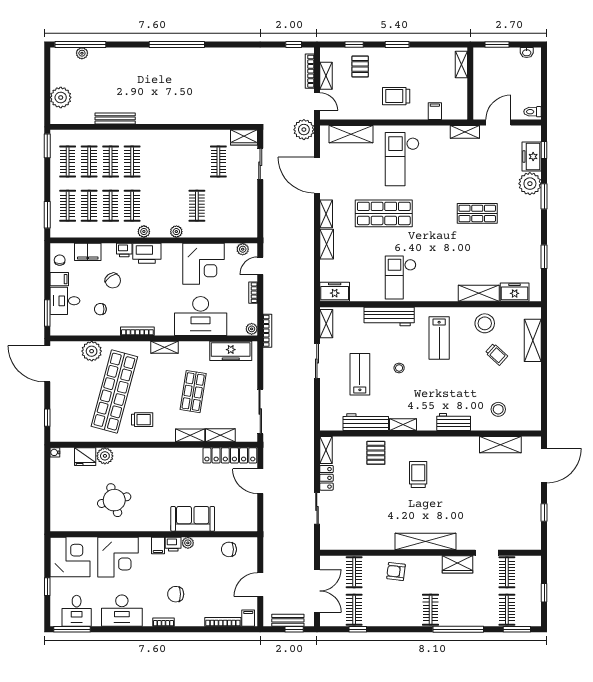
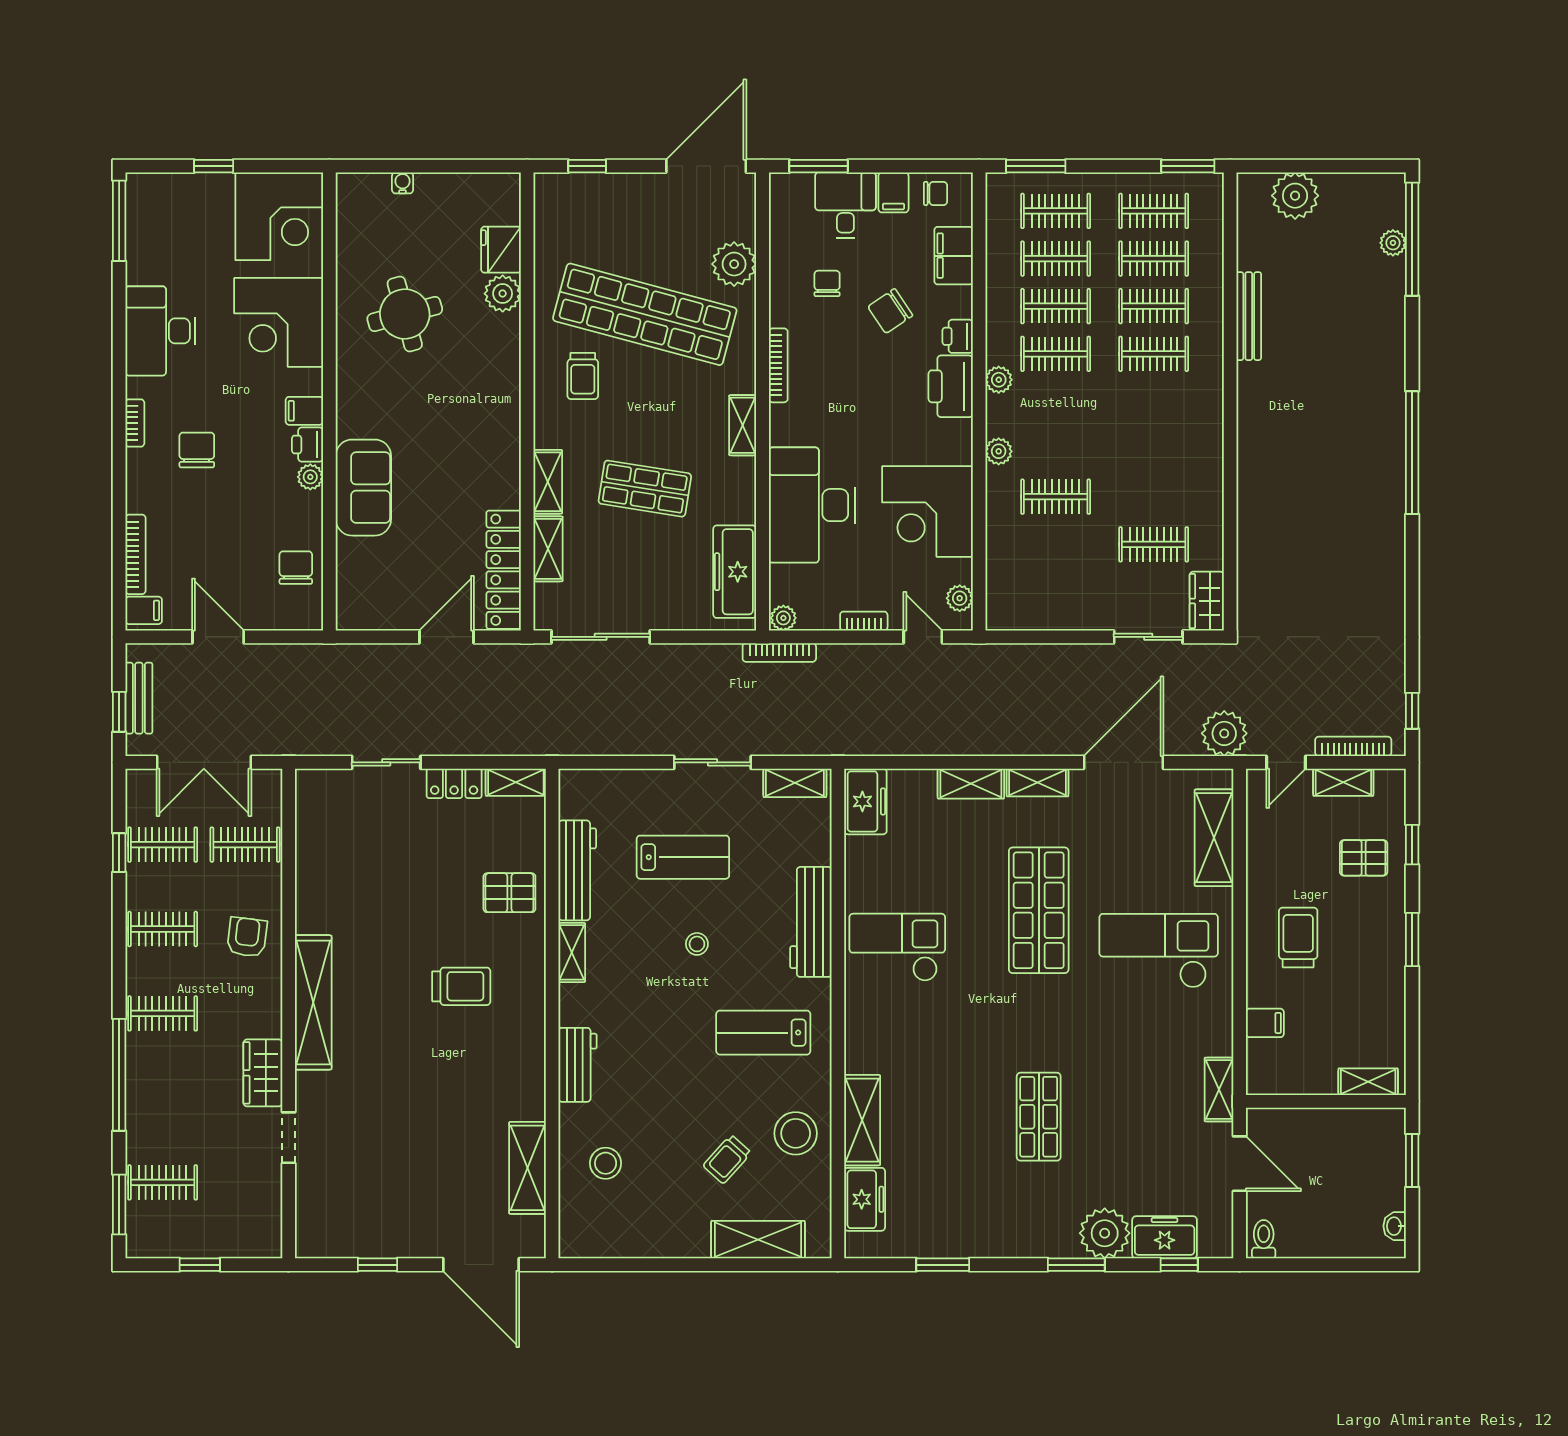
water cooler: (55, 452) -> (403, 183), moved
clothes rail: (507, 572) -> (163, 929), moved
desk: (77, 611) -> (160, 231), removed

